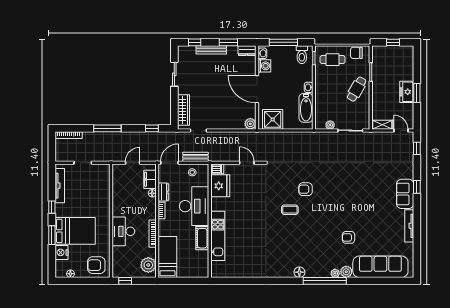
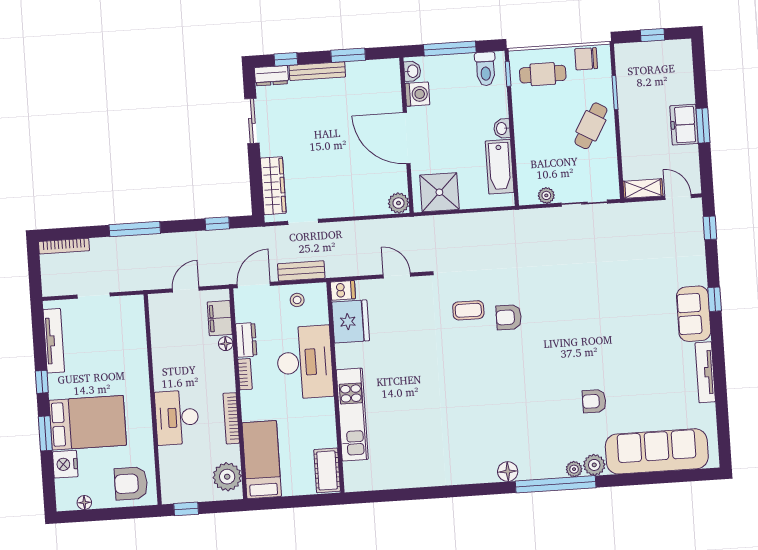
dresser: (247, 51) -> (271, 76), moved
coffee table: (290, 210) -> (468, 310), moved
cot: (202, 238) -> (327, 470), moved

